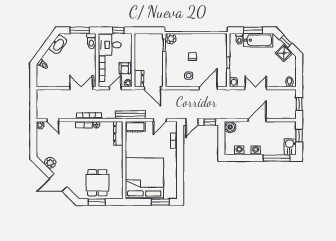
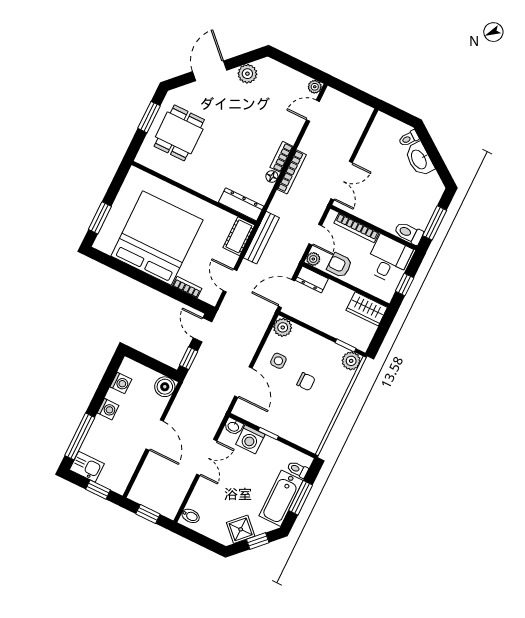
washbasin: (58, 44) -> (419, 159), moved
wardrobe: (140, 44) -> (367, 309), added
washing machine: (236, 70) -> (250, 439), added
plant: (171, 82) -> (283, 327), added
bed: (144, 178) -> (157, 238), moved, turned -90
dining table: (97, 183) -> (179, 133), turned 90

